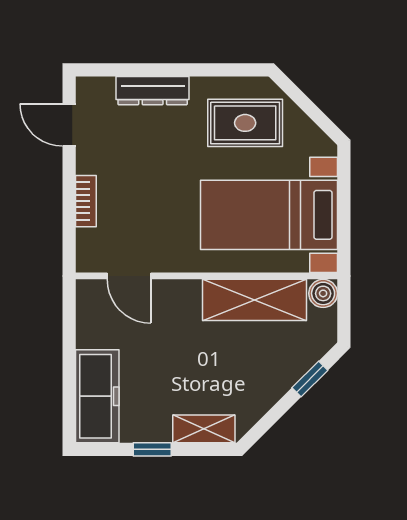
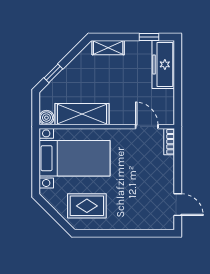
dresser: (153, 91) -> (135, 222), removed
bookcase: (86, 201) -> (169, 142), moved
window: (152, 449) -> (149, 37), moved

